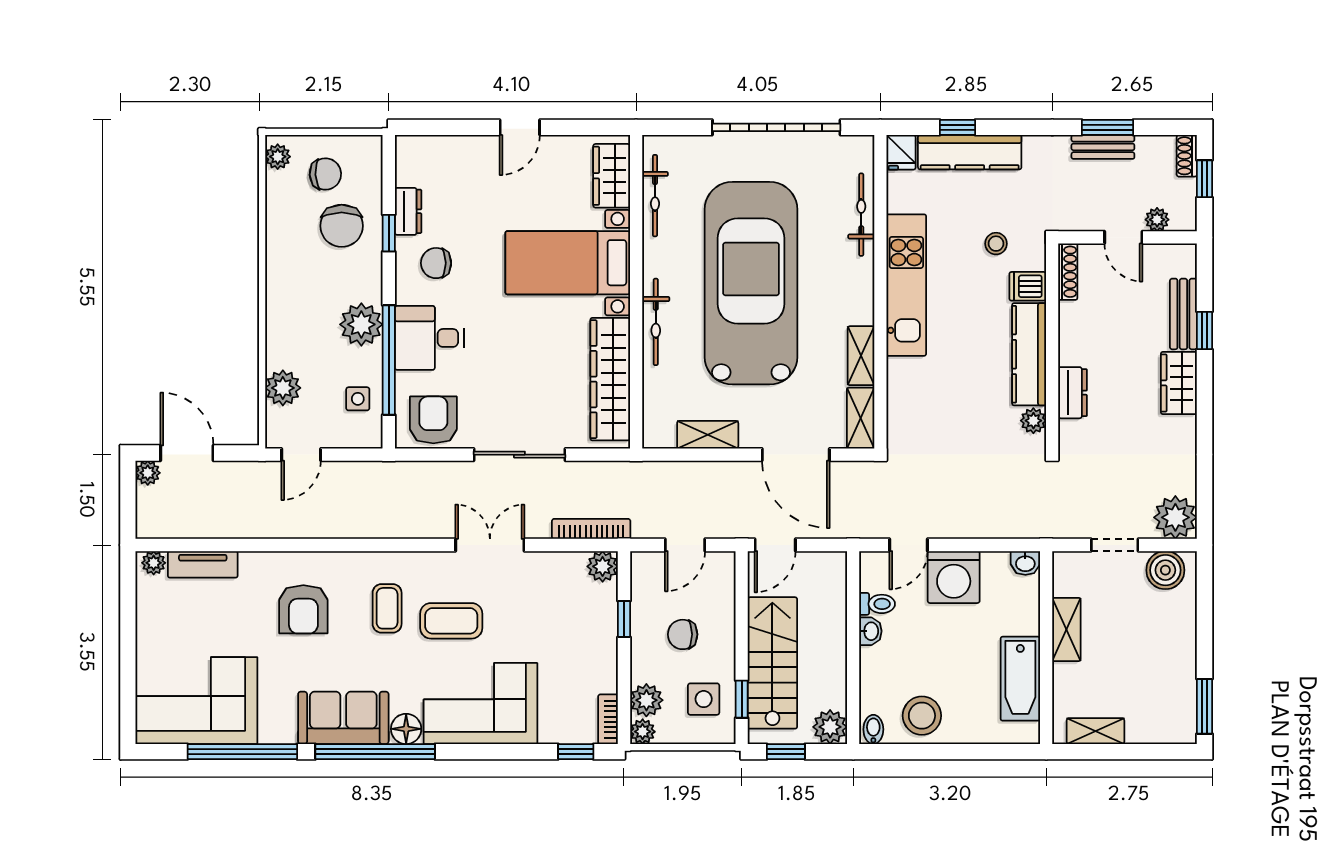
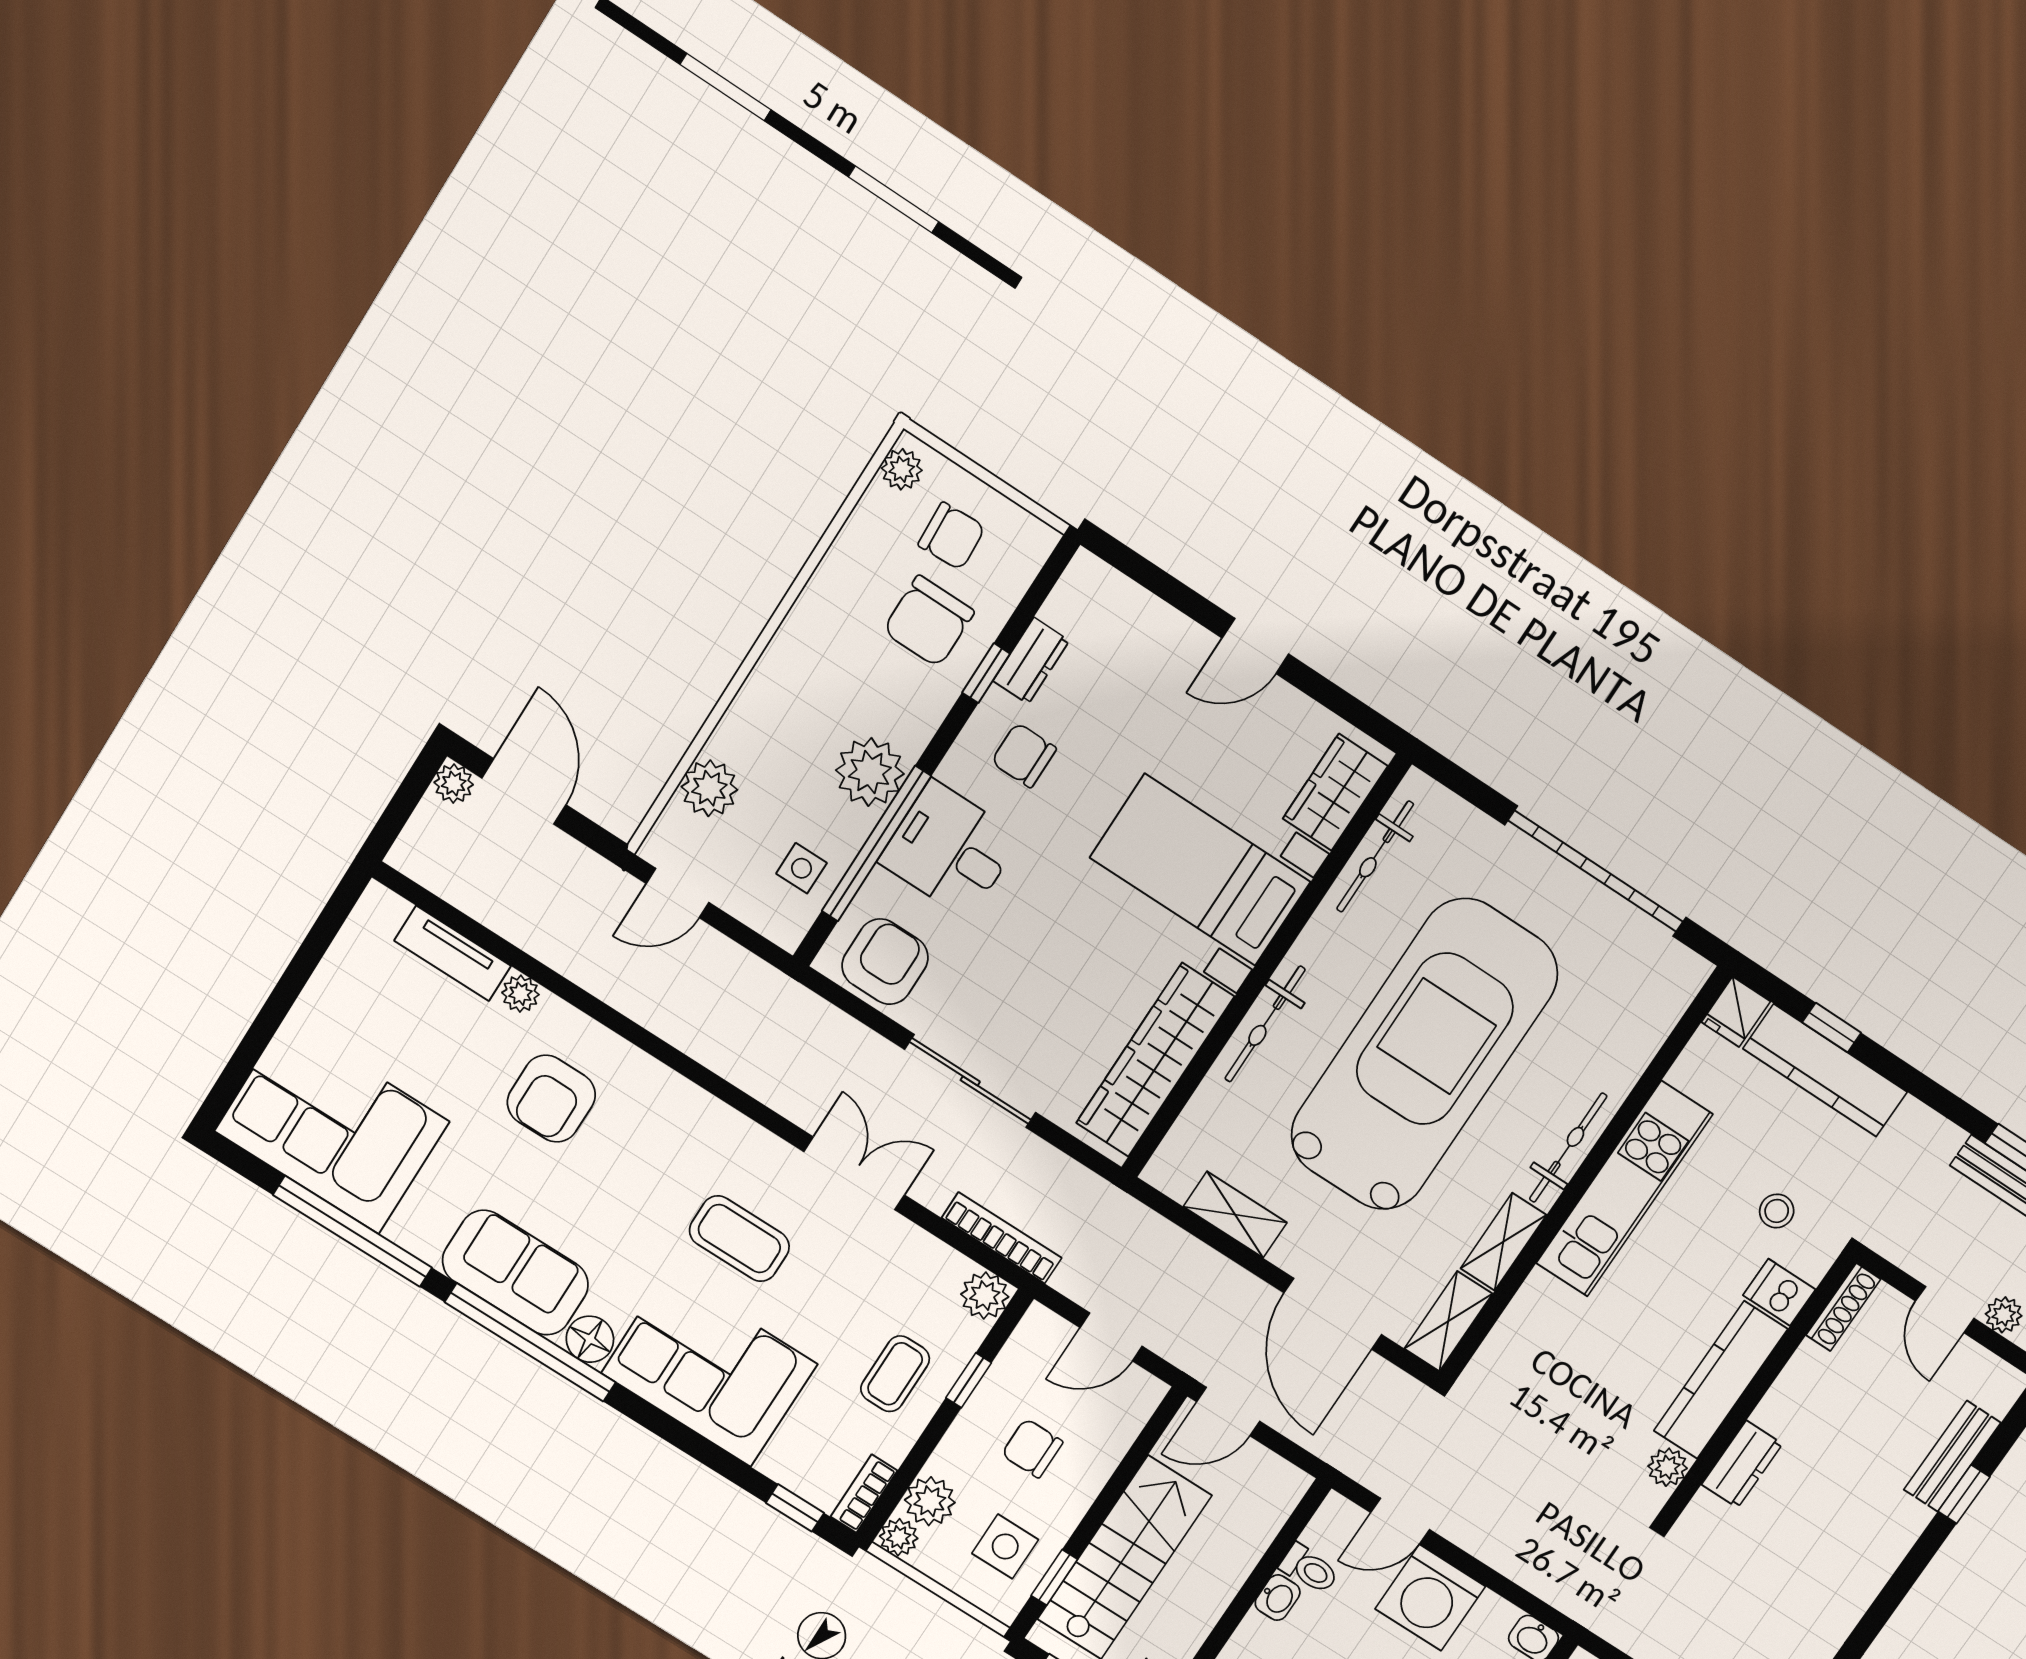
bicycle: (861, 215) -> (1568, 1148), moved
wardrobe: (1179, 383) -> (1885, 1539), removed
plant: (154, 563) -> (520, 994), moved
coffee table: (387, 608) -> (895, 1374), moved

